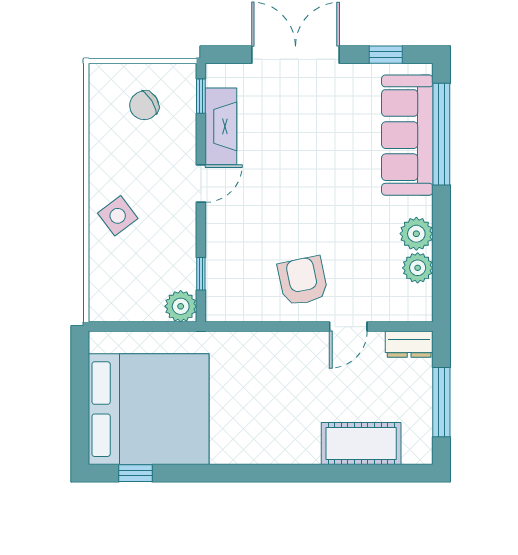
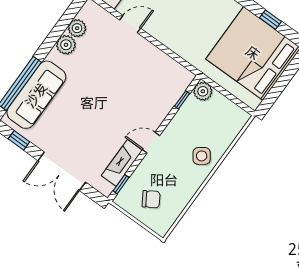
armchair: (303, 281) -> (136, 61), removed
window: (135, 473) -> (270, 20), moved

